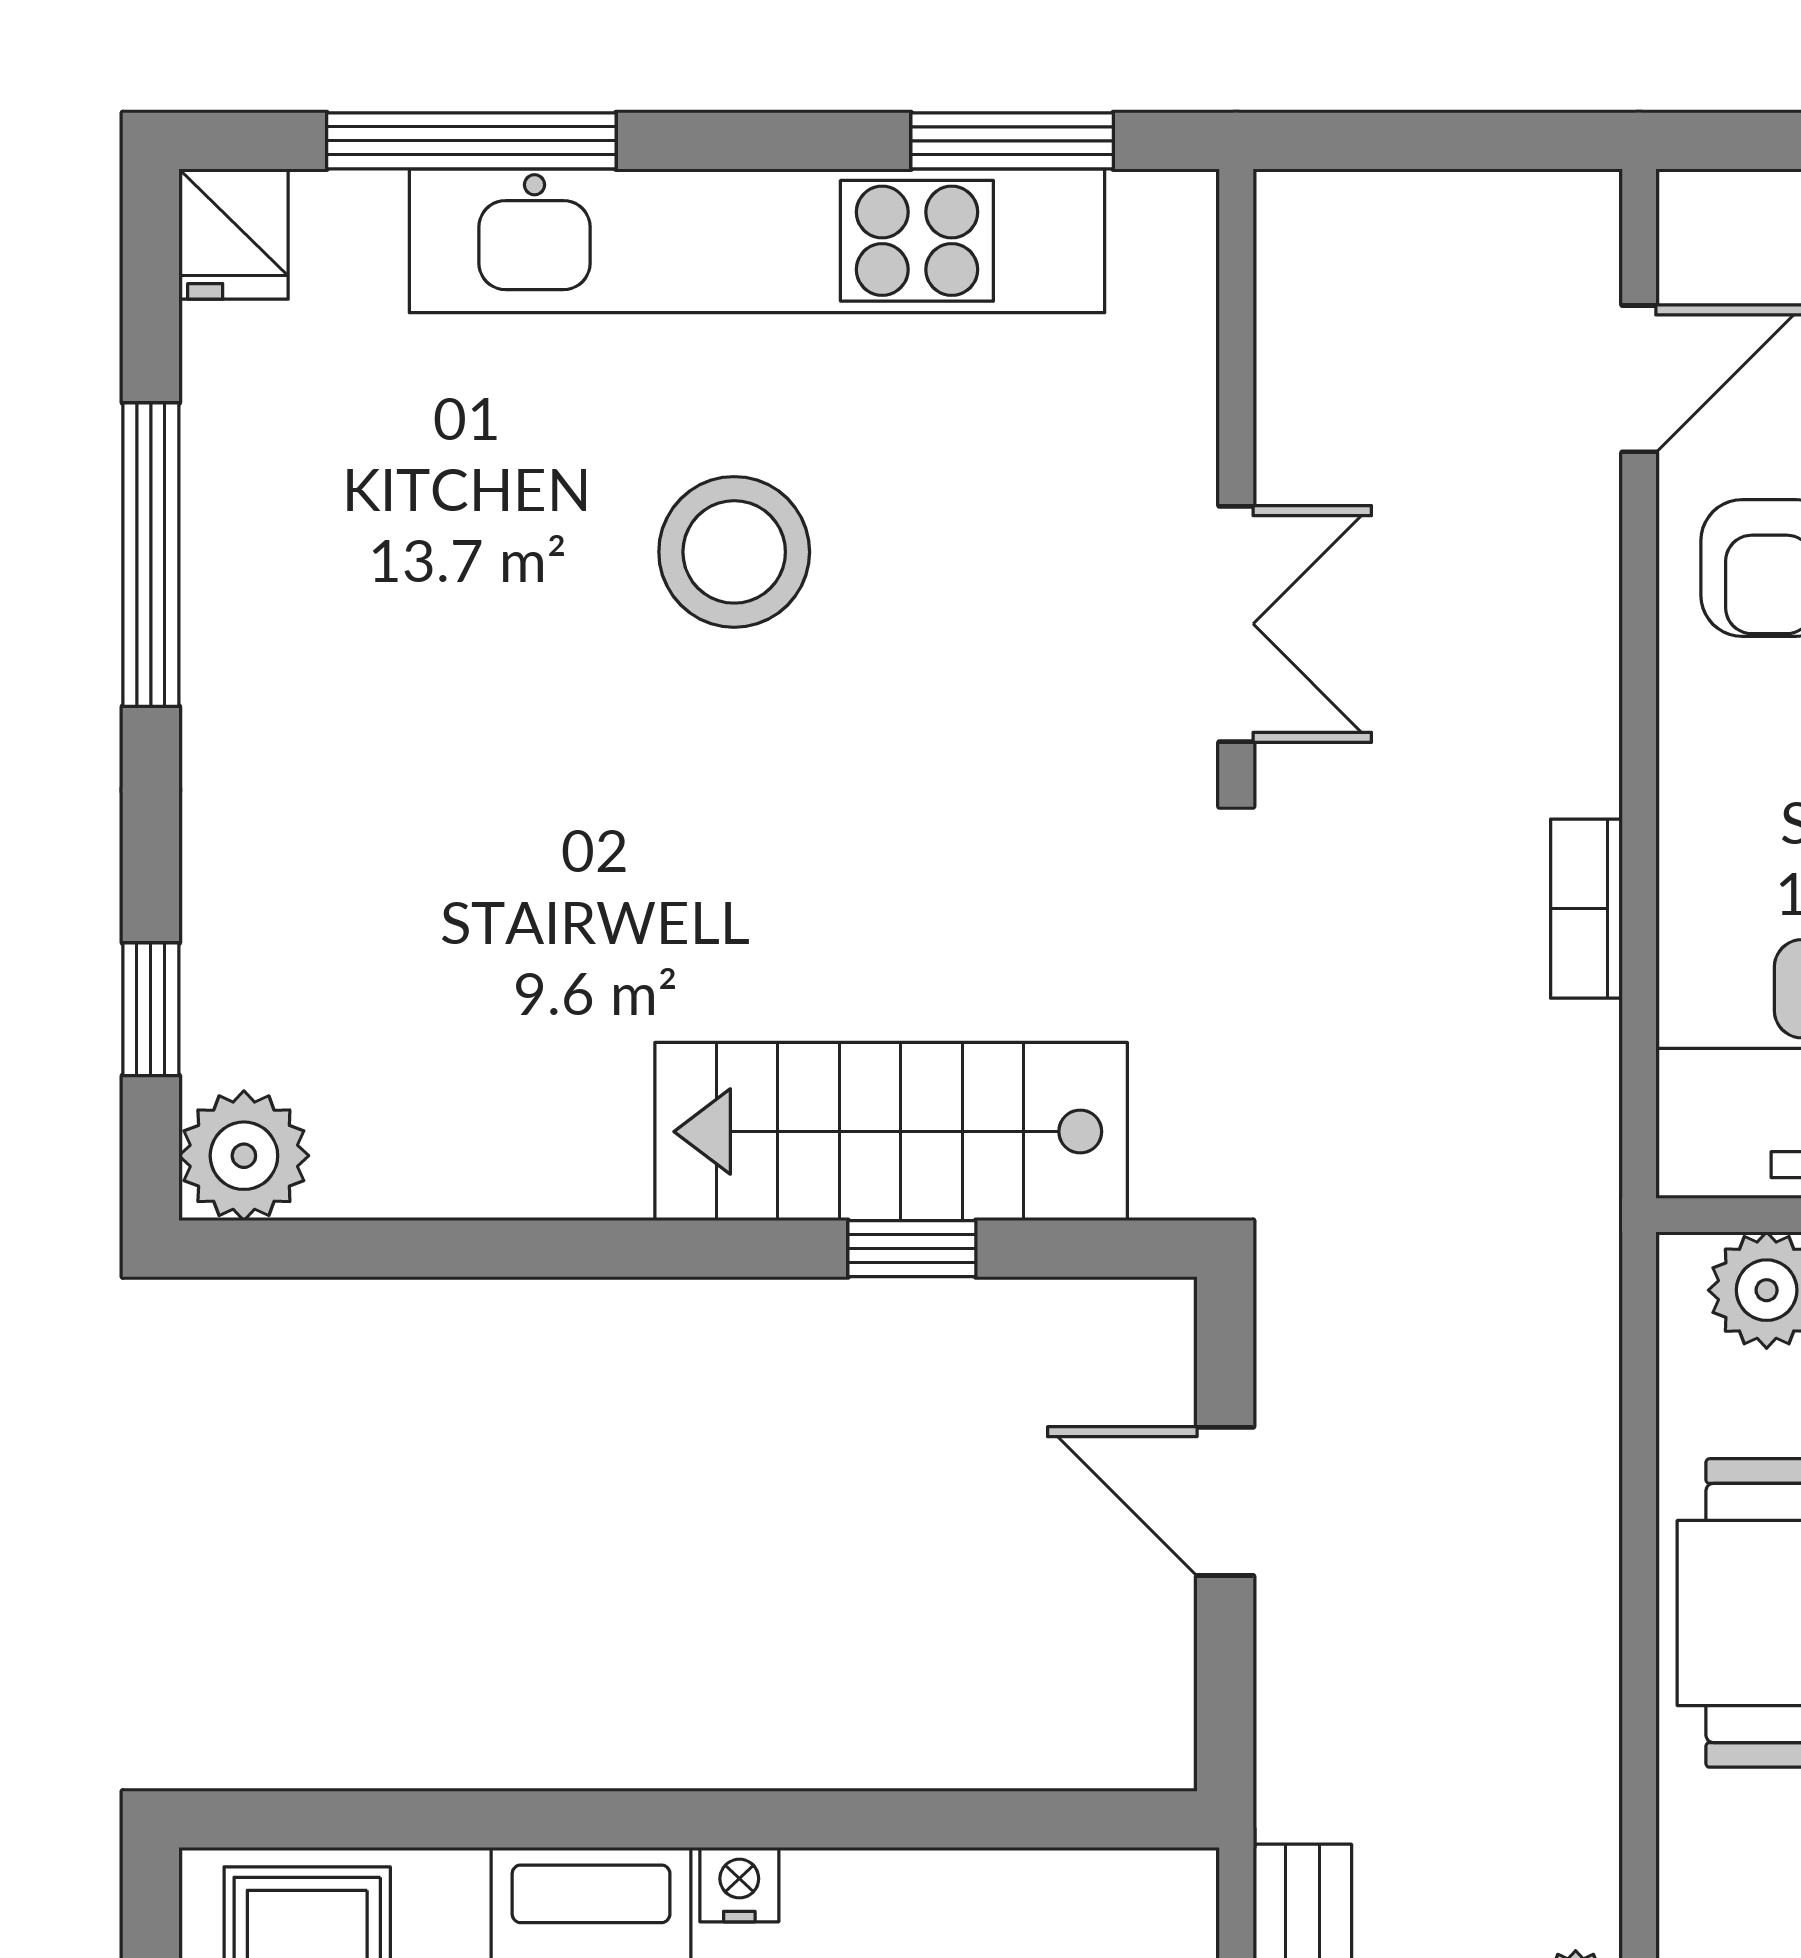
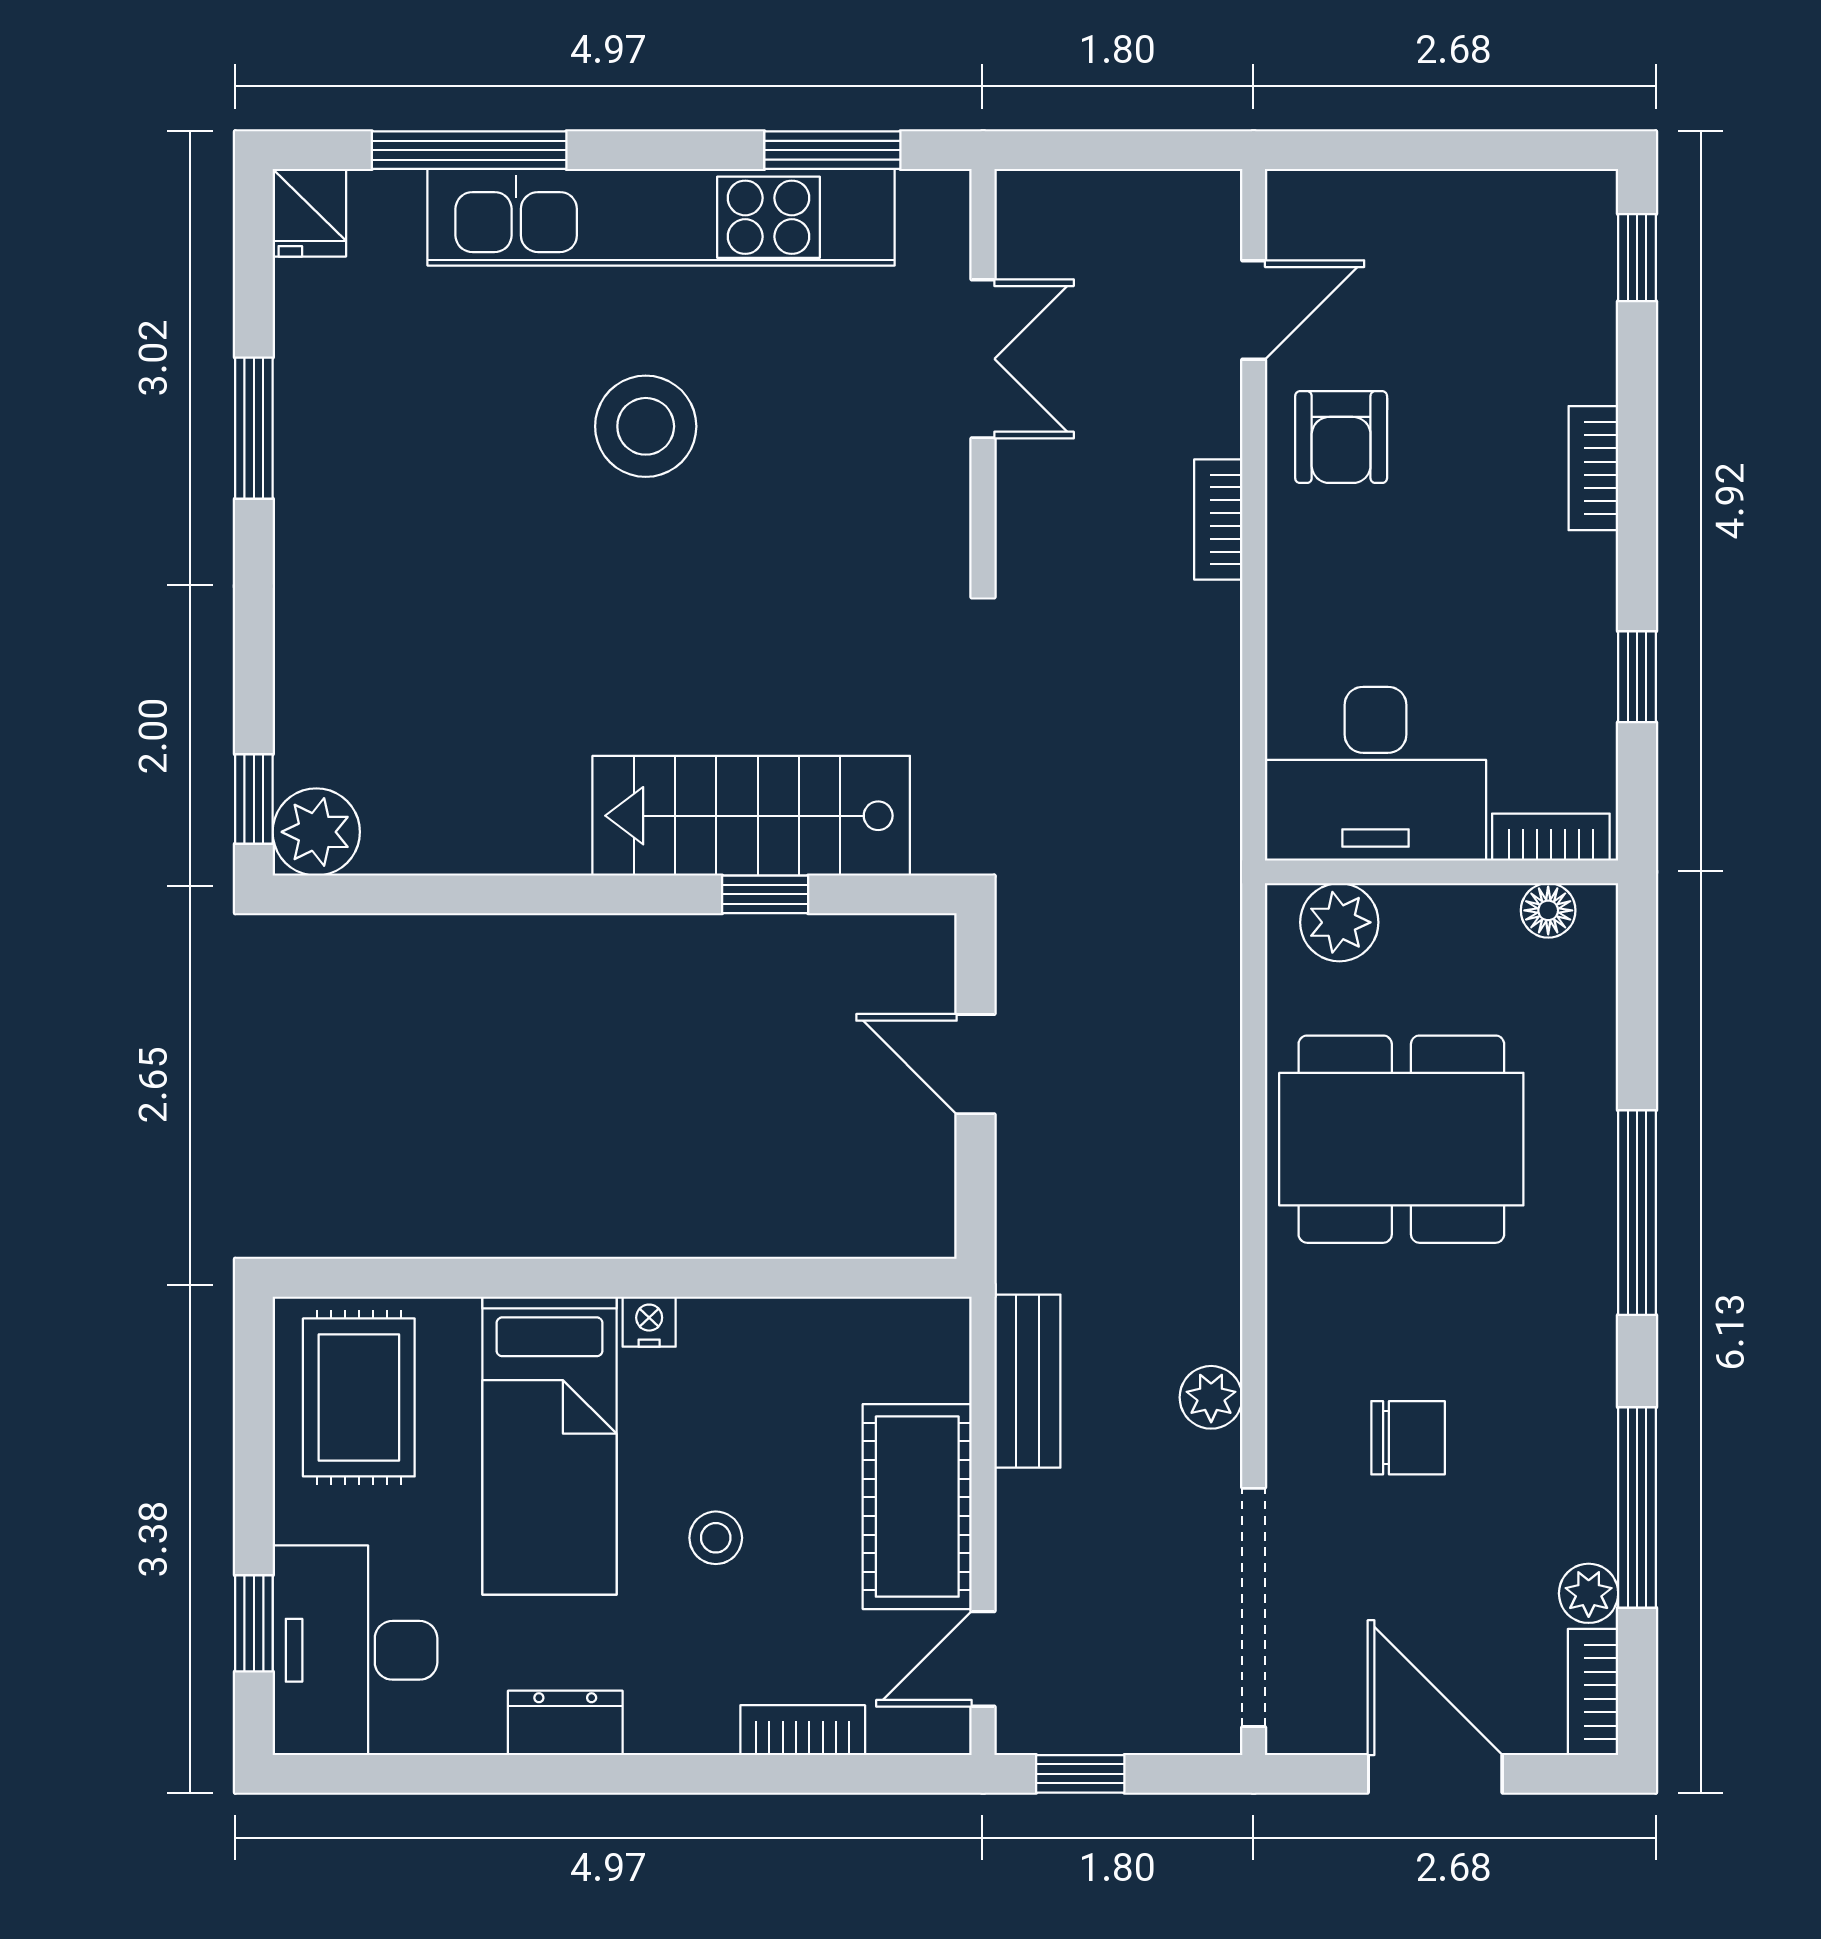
window: (151, 555) -> (254, 428), width x0.69
double door: (1236, 624) -> (983, 359), moved
bookcase: (1586, 909) -> (1218, 519), moved
window: (151, 1009) -> (254, 799), moved

